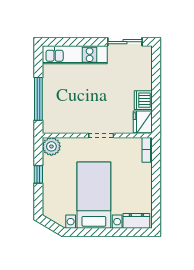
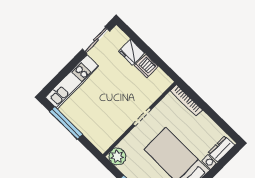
window: (38, 99) -> (66, 123), moved
fridge: (143, 122) -> (132, 52), moved
bookcase: (147, 150) -> (186, 100), width x1.56

